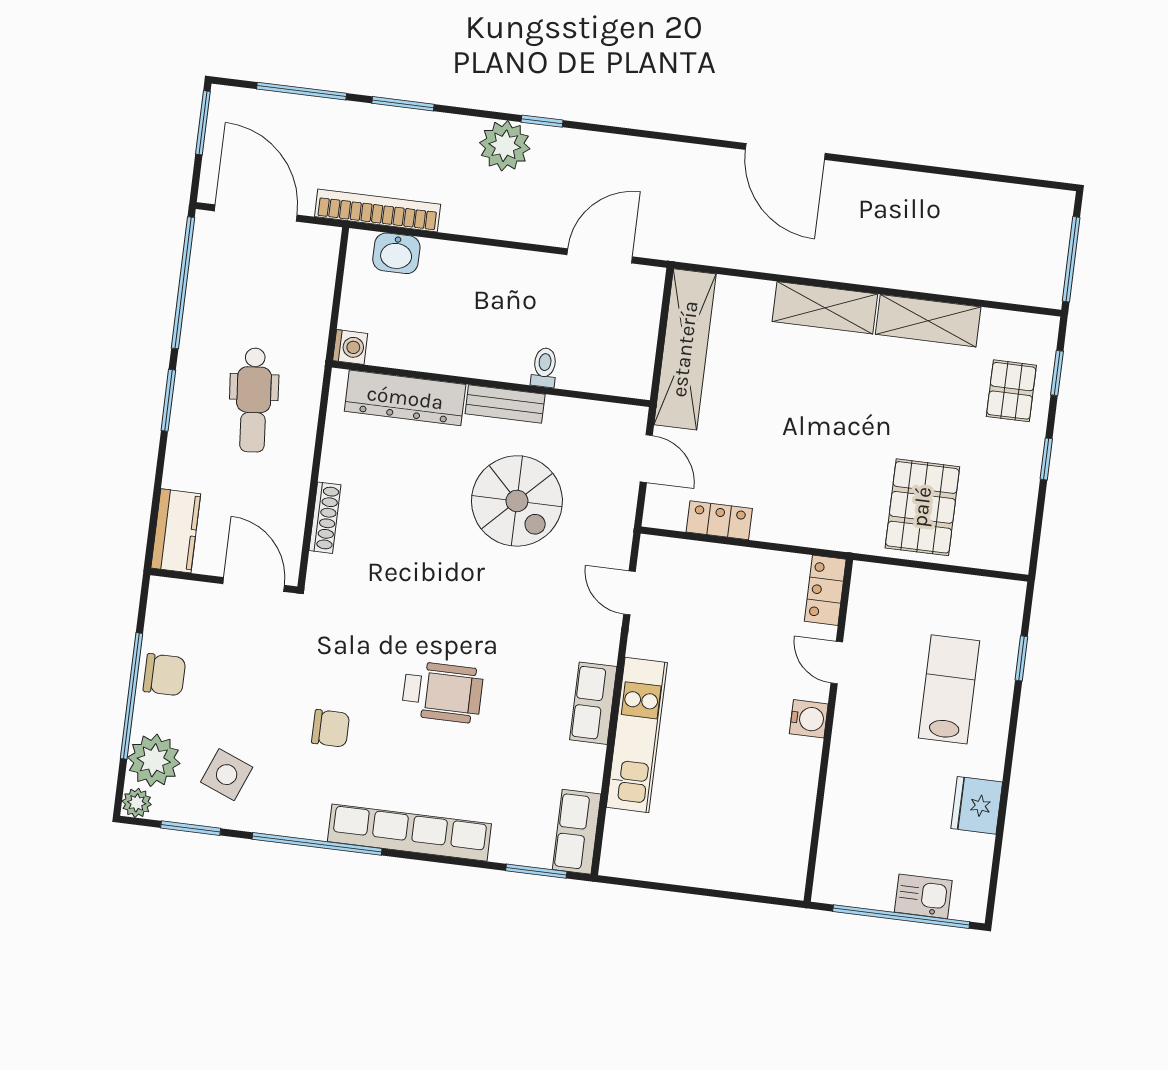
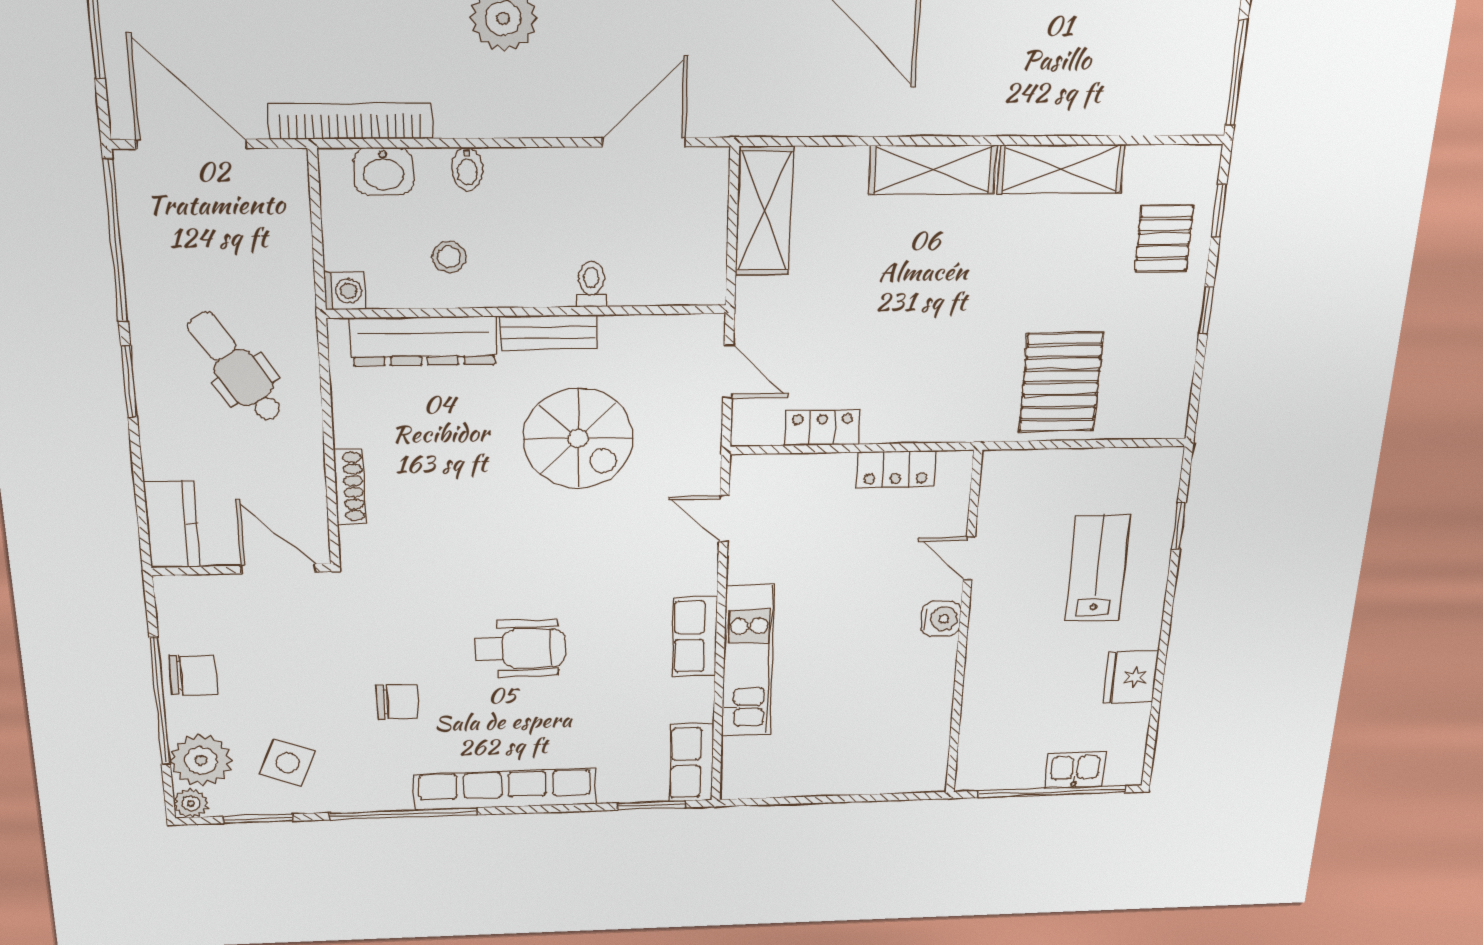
bidet: (461, 260) -> (467, 169), added
stool: (436, 330) -> (449, 257), added
shelving: (685, 349) -> (764, 211), width x0.68
dental chair: (254, 400) -> (236, 368), turned 153
locker: (825, 590) -> (896, 469), moved, turned -90

